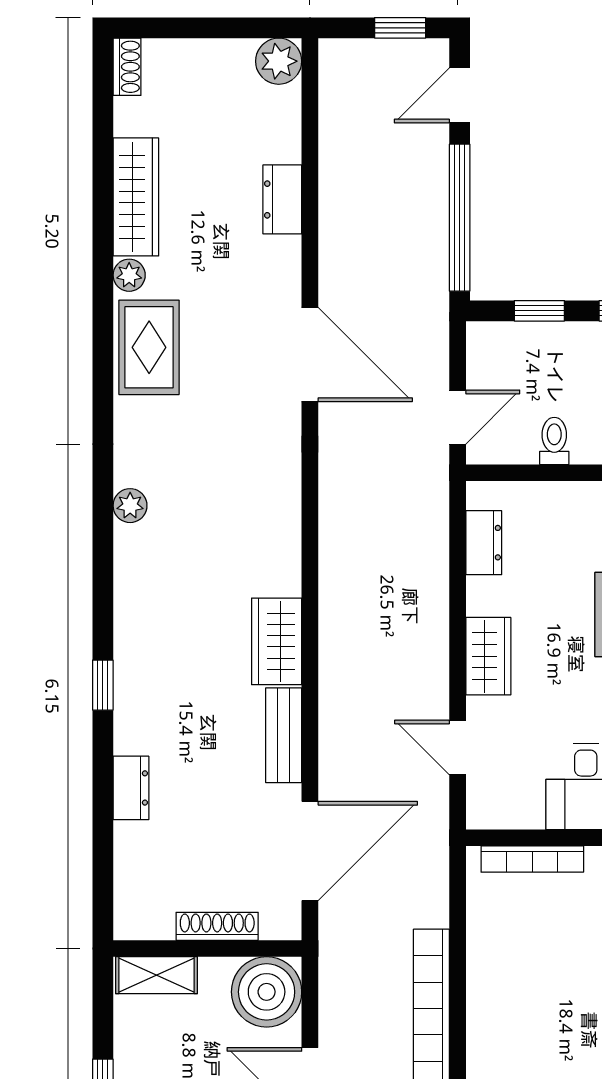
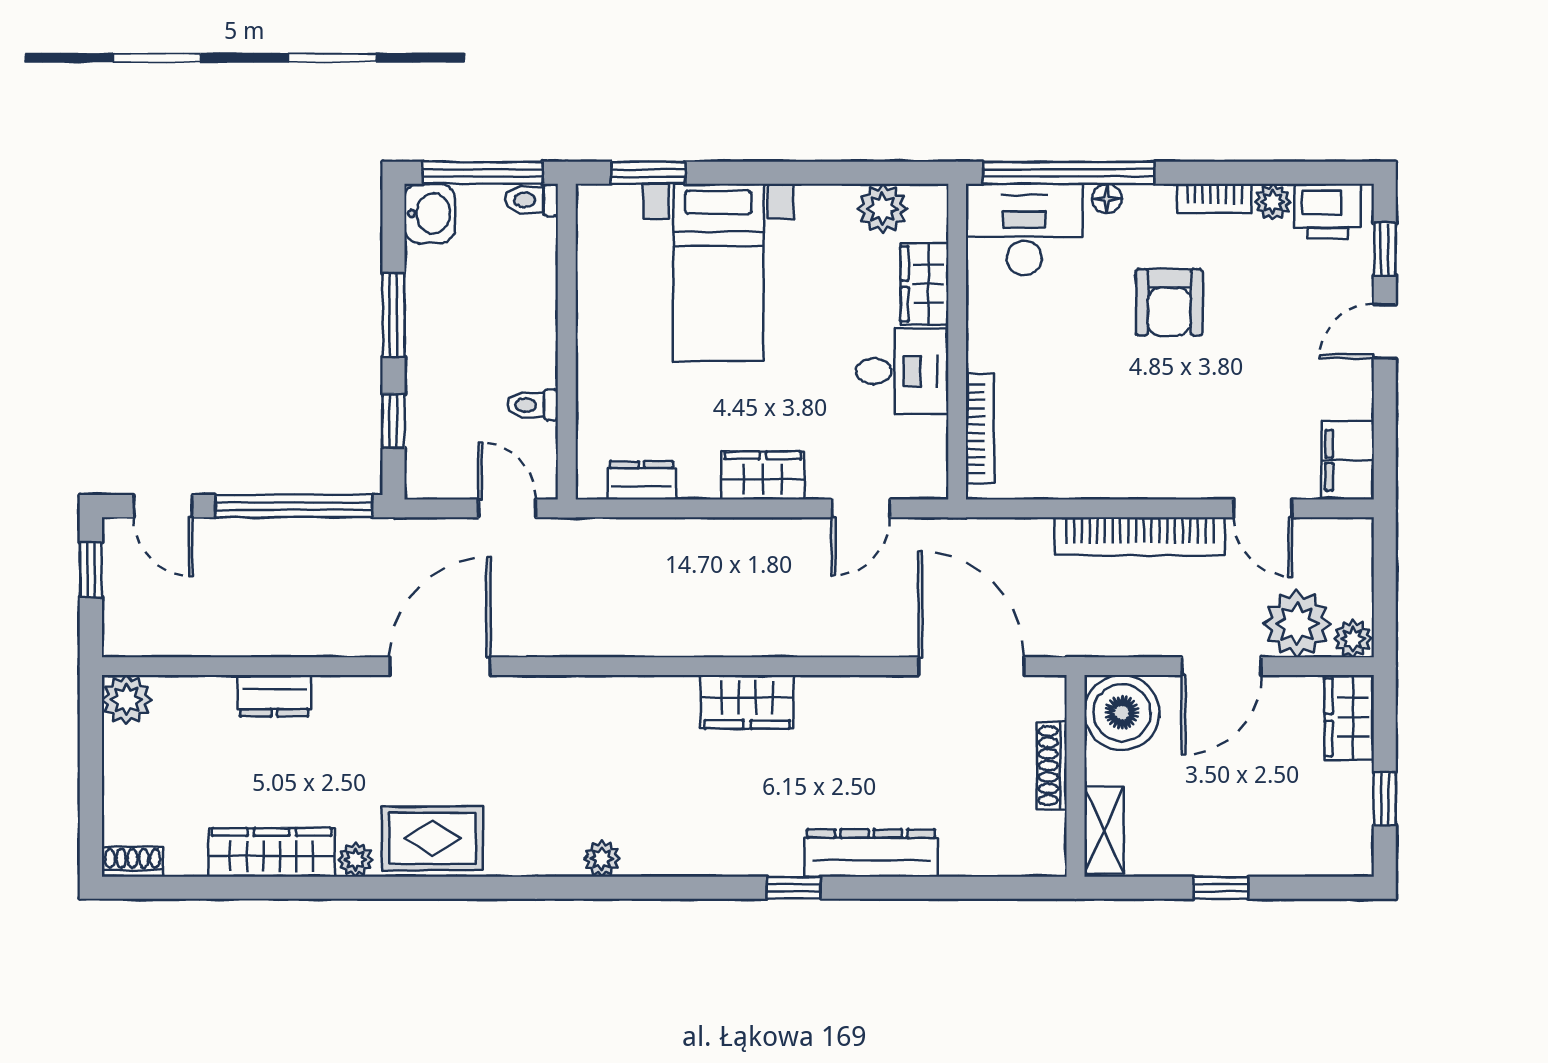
bench: (284, 735) -> (847, 694), removed
dresser: (131, 788) -> (871, 853), width x1.96, depth x1.24

